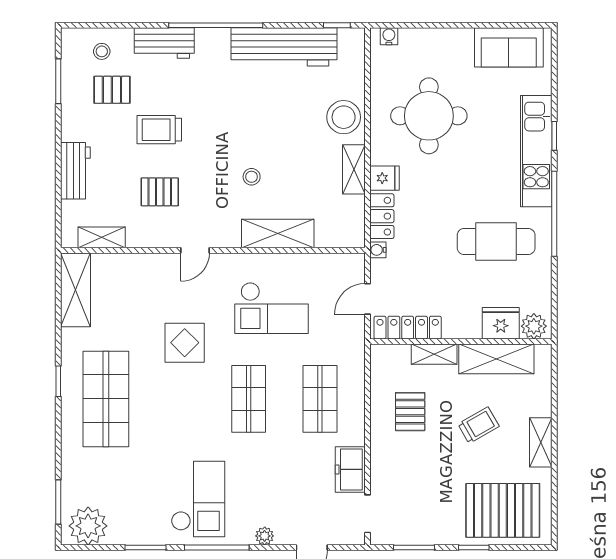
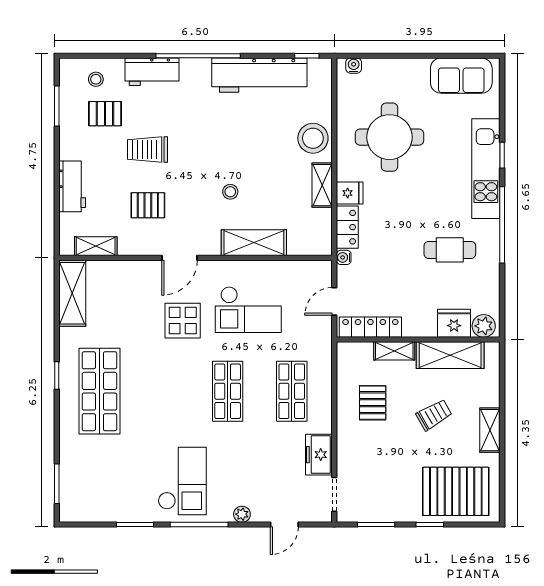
cafe table: (496, 242) -> (450, 250), width x0.73, depth x0.74
door: (195, 250) -> (180, 258), width x1.38
display table: (185, 343) -> (183, 321), moved
plant: (88, 526) -> (83, 505), removed

